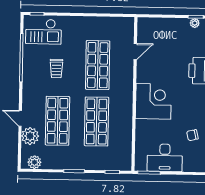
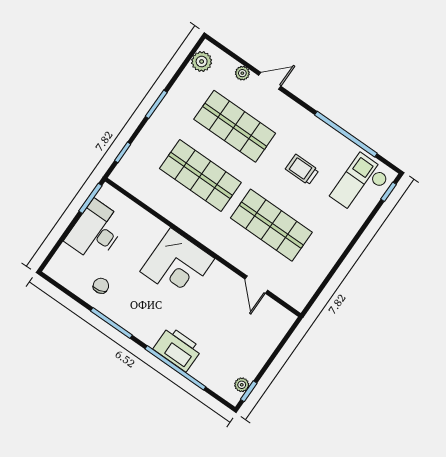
plant: (30, 136) -> (242, 73), width x0.53, depth x0.53

